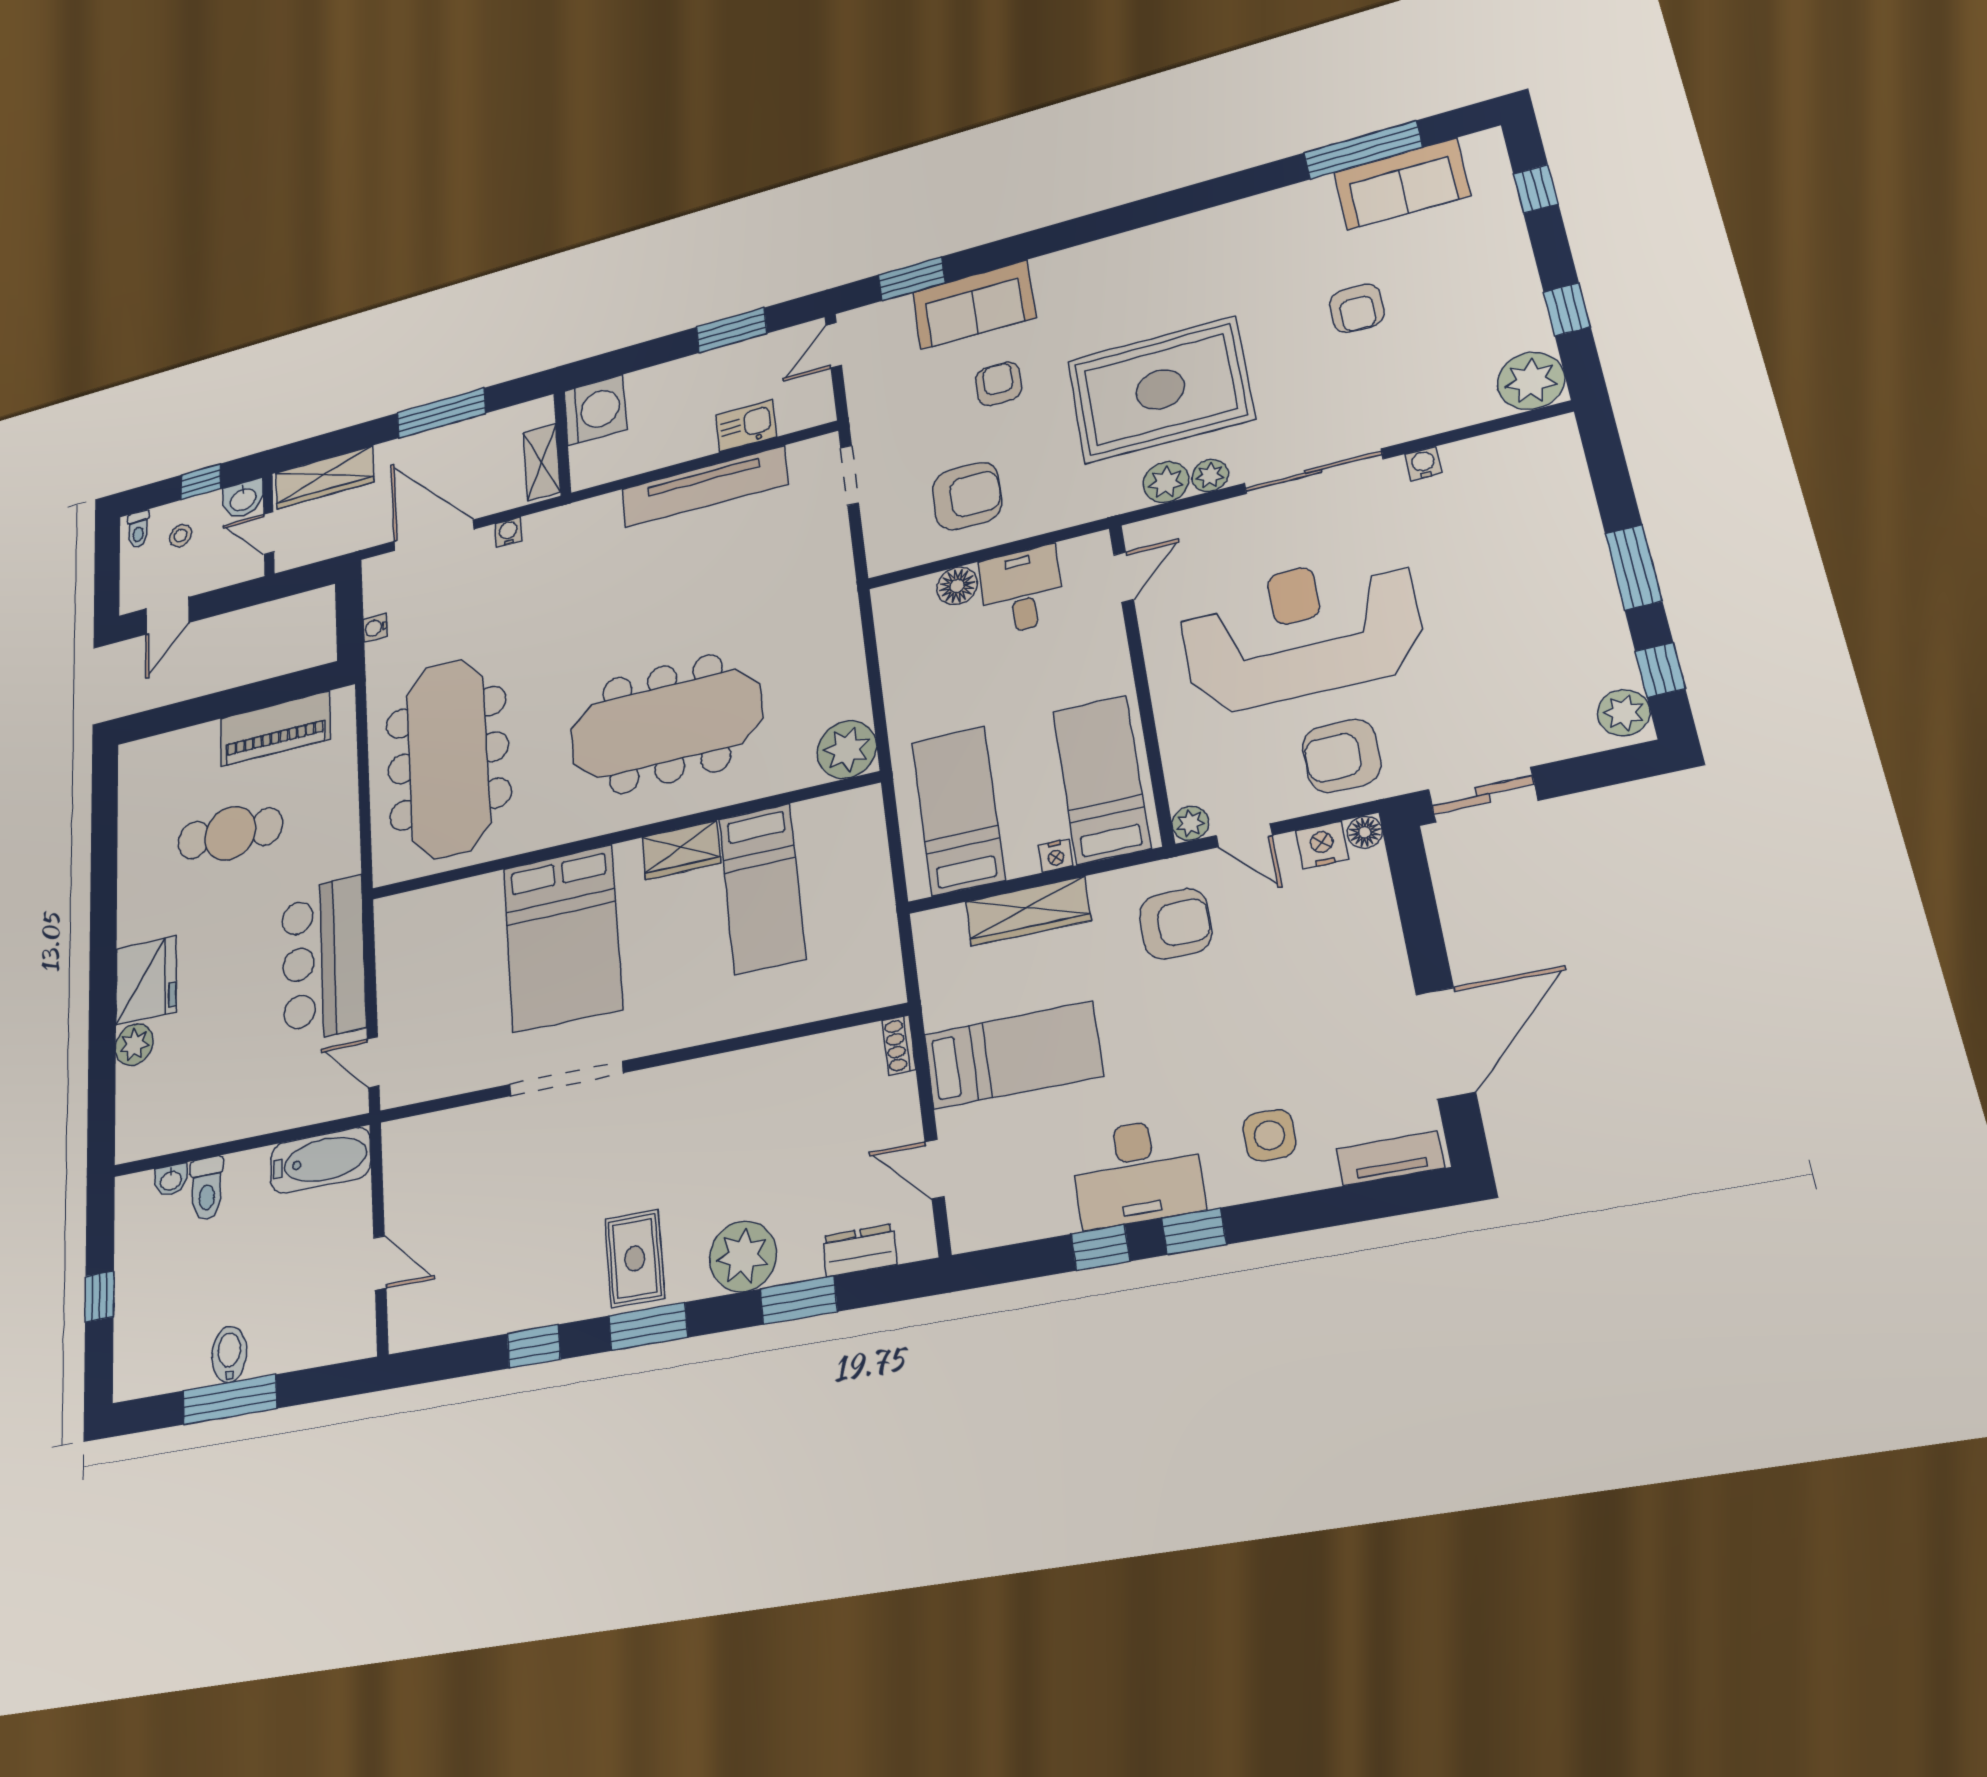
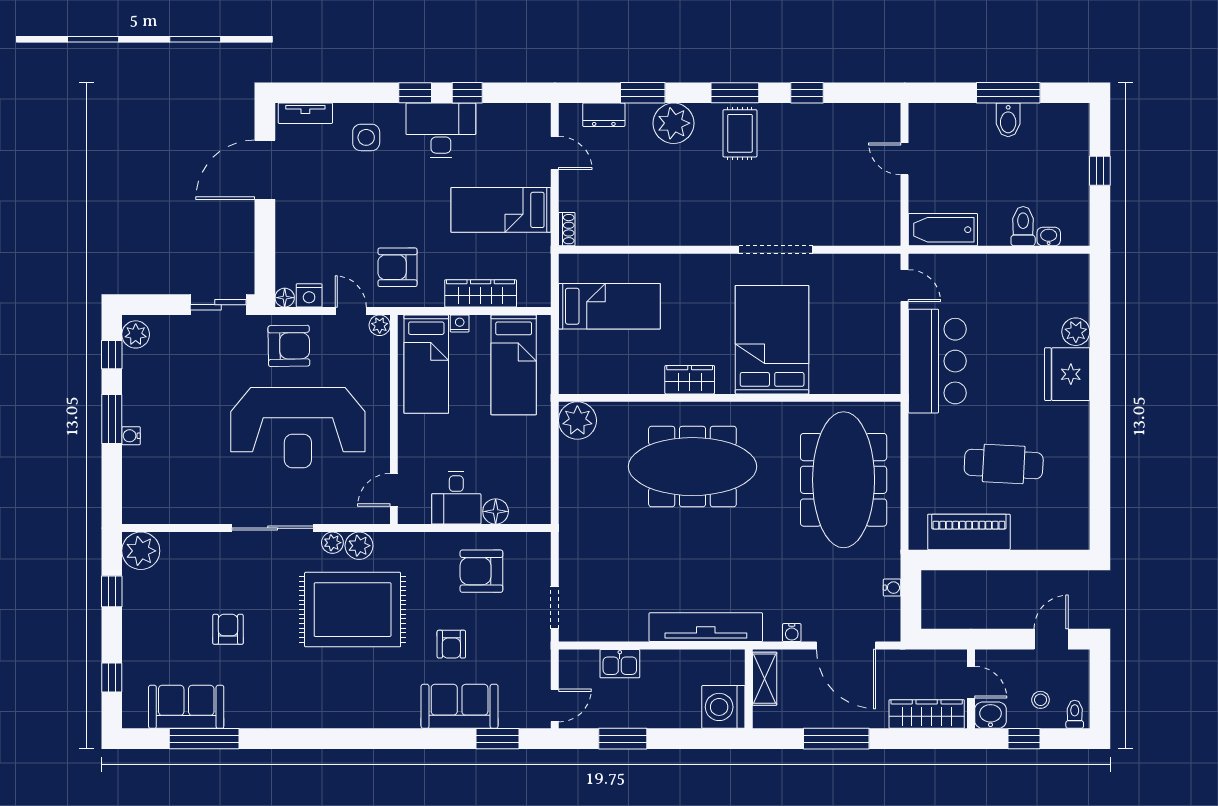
water cooler: (1423, 464) -> (131, 436), moved, turned 90
tv unit: (704, 487) -> (706, 627), moved
bed: (762, 888) -> (609, 306), moved, turned 90

